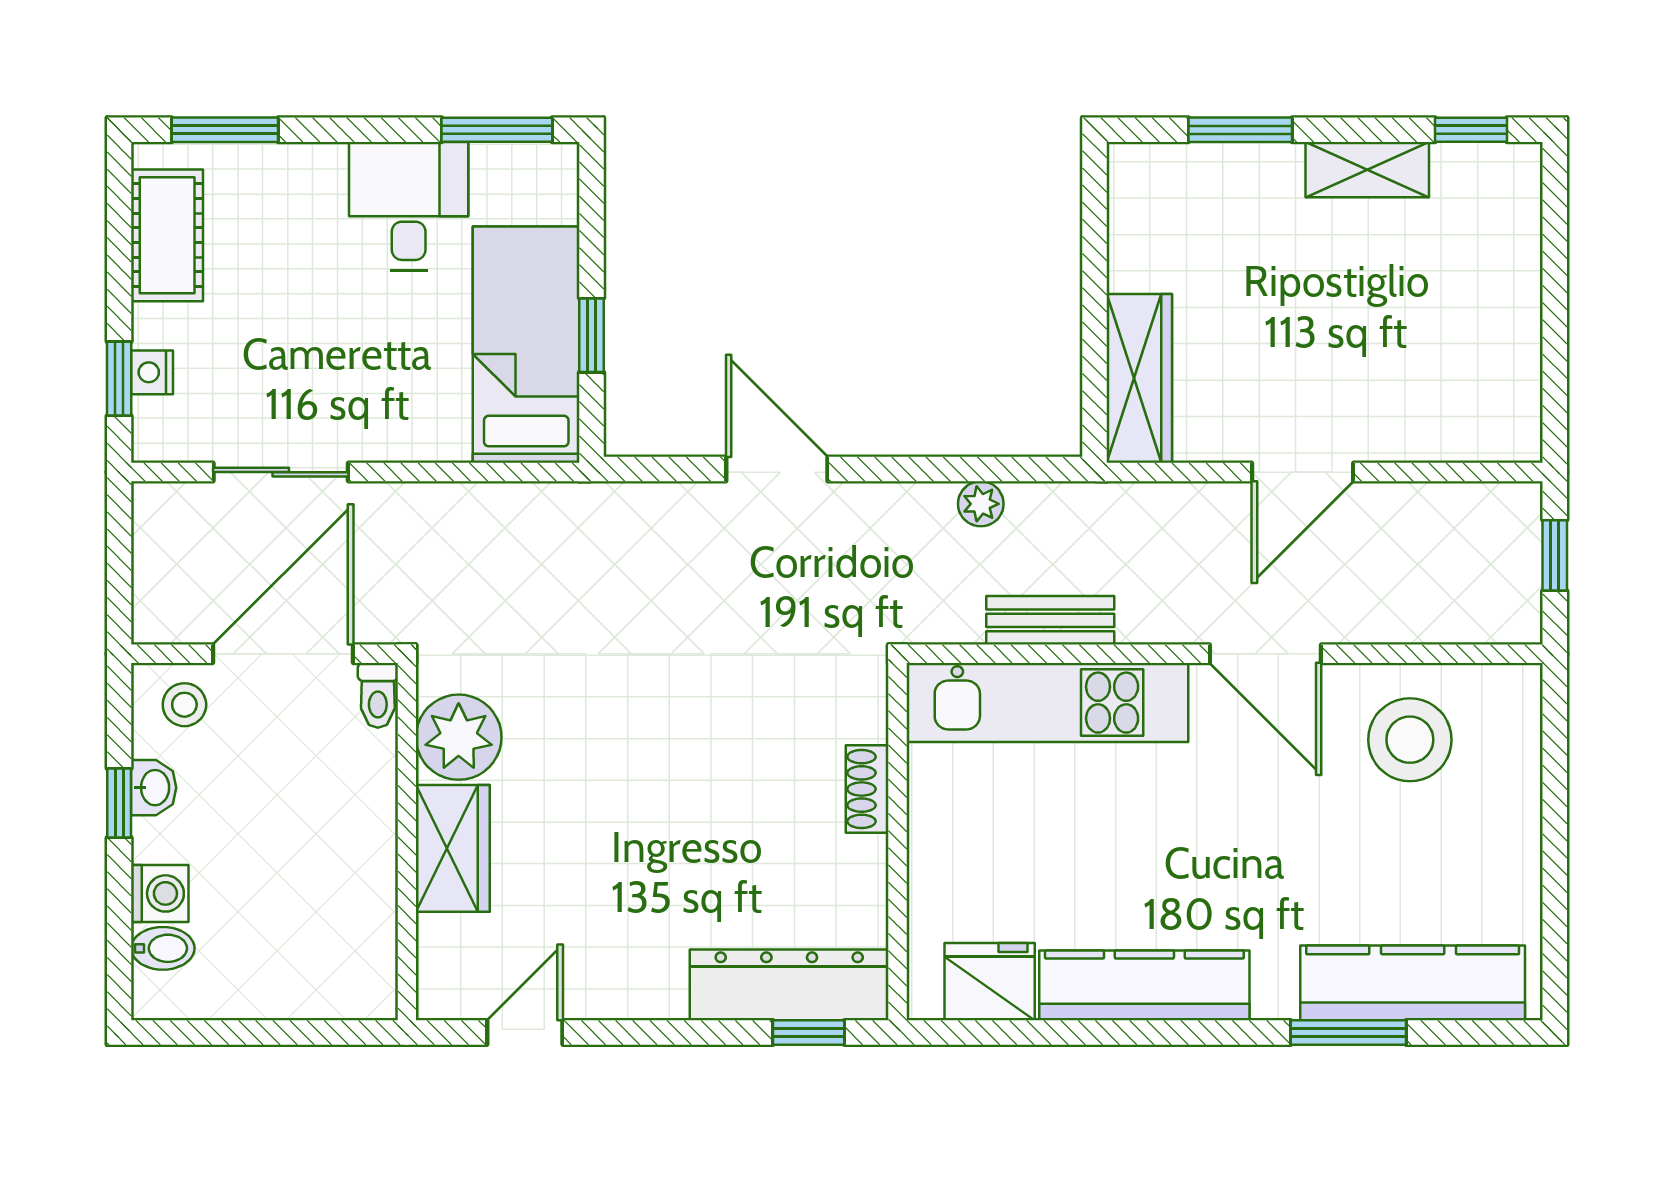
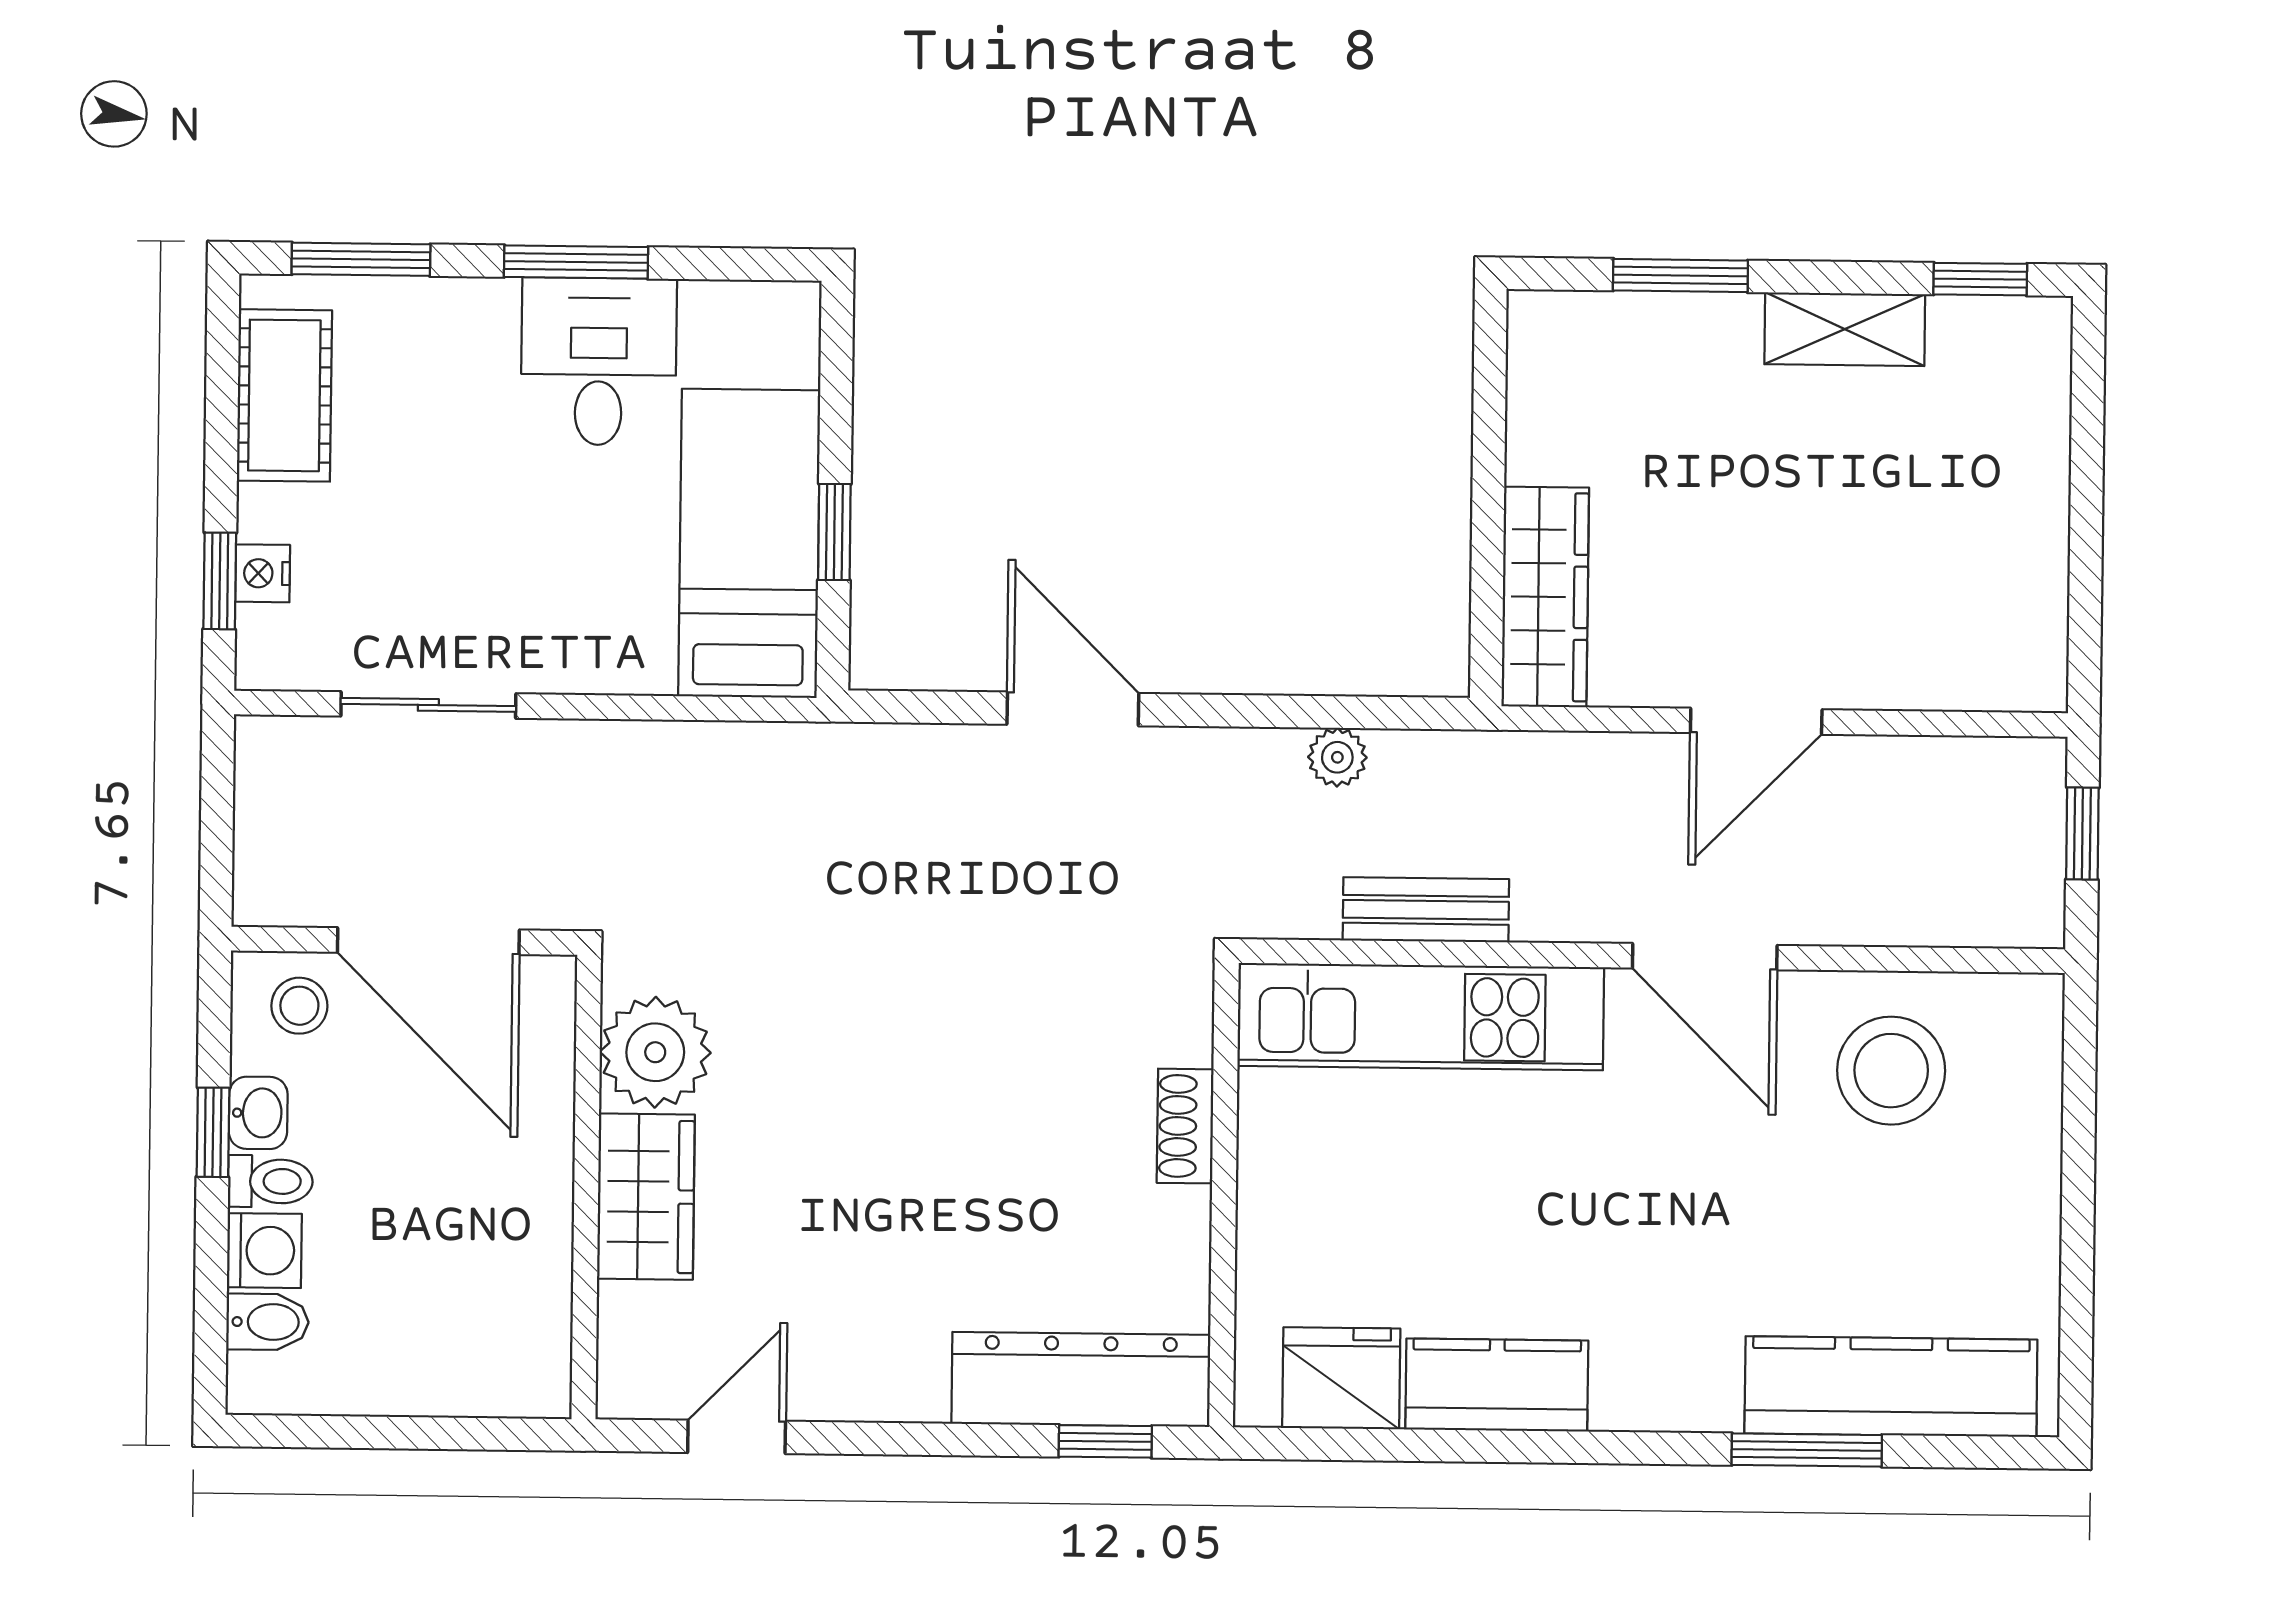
window: (497, 130) -> (576, 262), moved
door: (283, 654) -> (428, 941), swing flipped
toilet: (378, 695) -> (270, 1181), moved, turned -90
kitchen counter: (1144, 985) -> (1497, 1385), width x0.67

